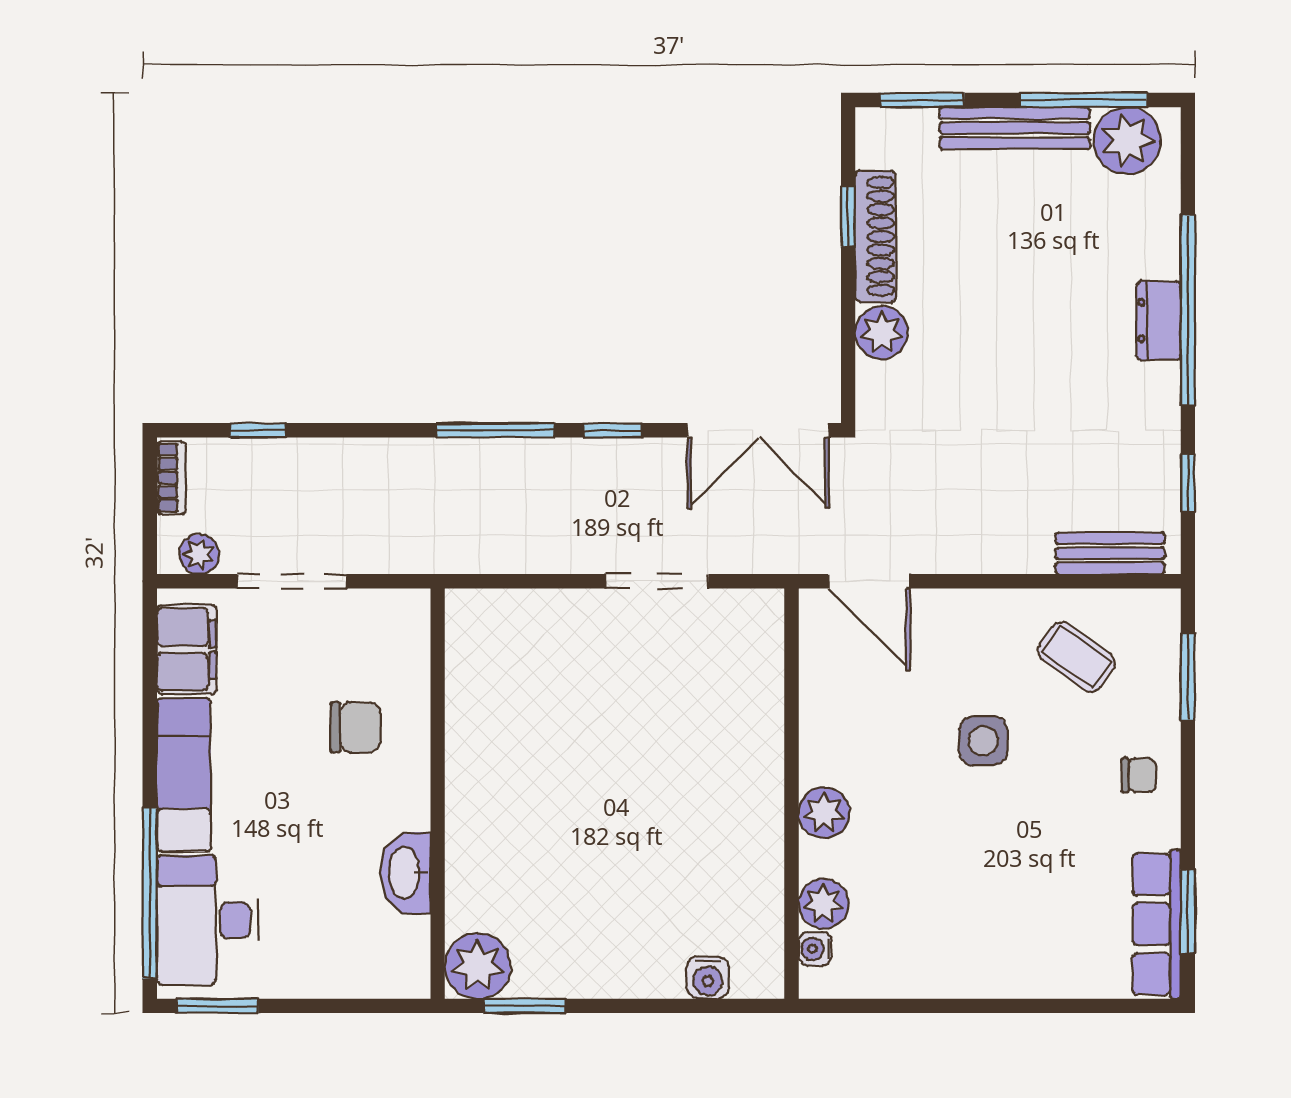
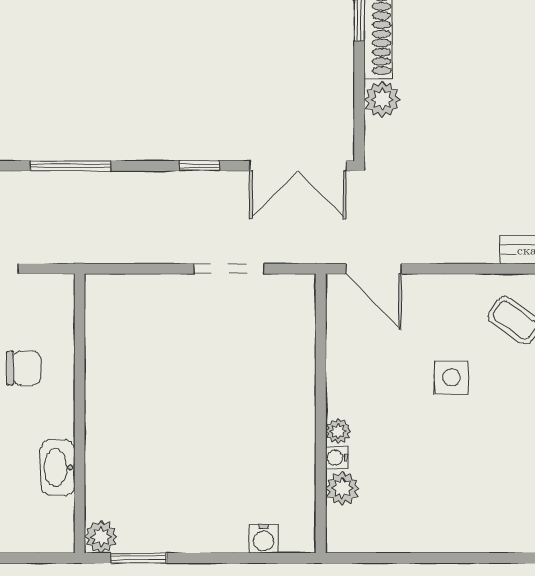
window: (495, 430) -> (70, 166), moved
plant: (824, 813) -> (338, 431), width x0.73, depth x0.73
water cooler: (815, 949) -> (337, 458), moved
plant: (478, 966) -> (101, 537), width x0.73, depth x0.73

